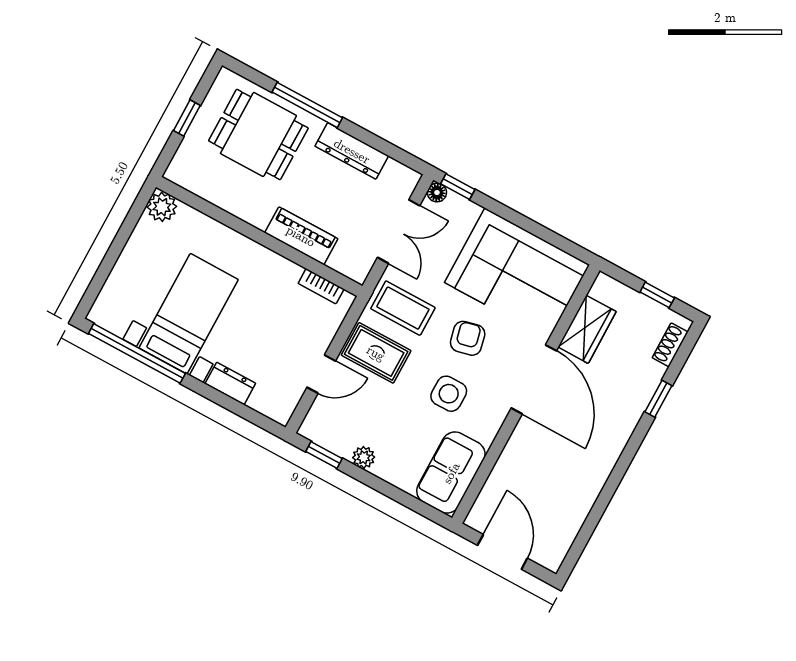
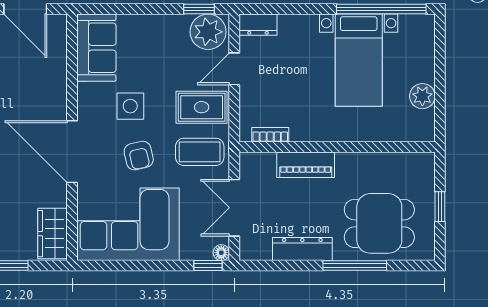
plant: (162, 207) -> (422, 96), moved
wardrobe: (587, 329) -> (52, 234), moved
dresser: (230, 383) -> (258, 25), moved
plant: (364, 457) -> (208, 32), moved, width x1.88, depth x1.88

